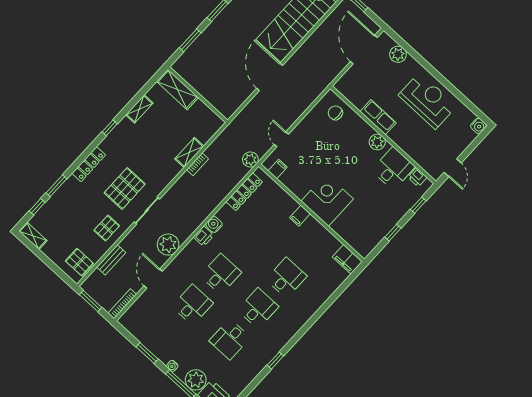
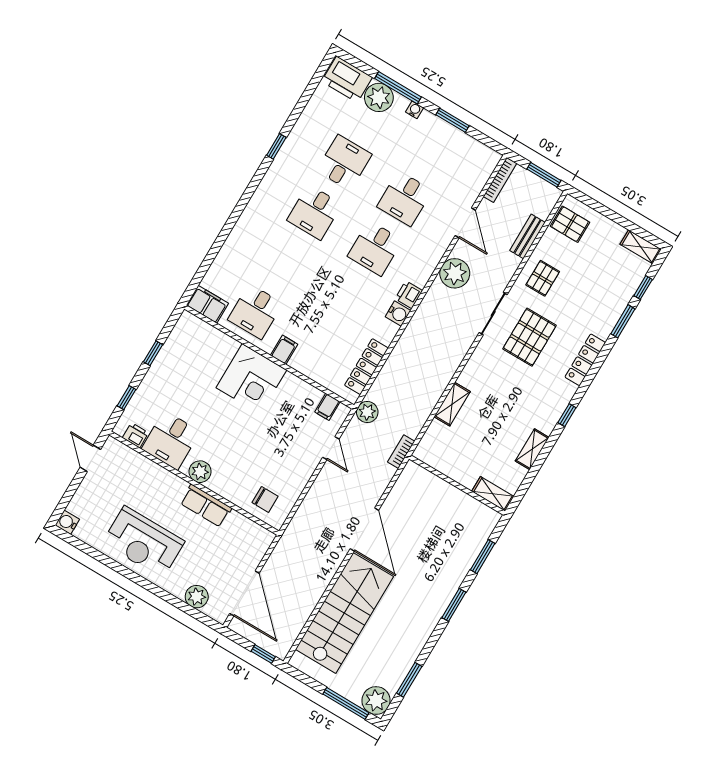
shelving: (177, 89) -> (493, 494), width x0.67, depth x0.75
bookcase: (198, 164) -> (401, 452), moved
desk: (286, 278) -> (255, 312), moved

